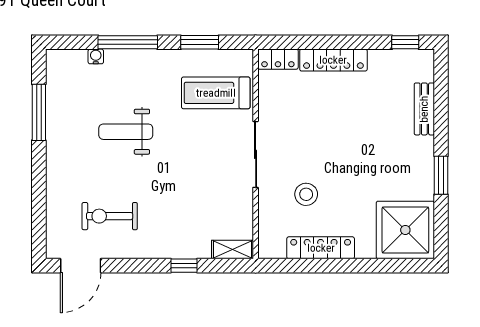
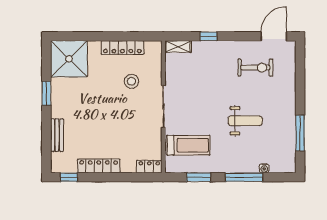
locker: (333, 60) -> (99, 166), moved

